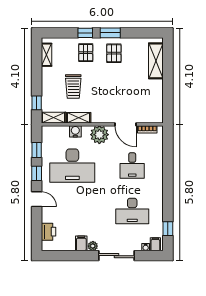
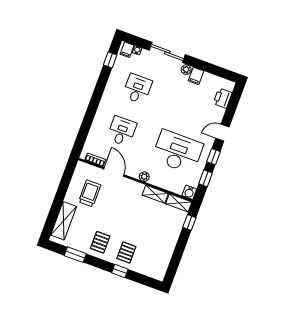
window: (110, 33) -> (75, 255), moved
shelving: (47, 55) -> (164, 264), removed
trolley: (73, 87) -> (90, 193), moved
water cooler: (75, 131) -> (189, 192), moved
plant: (99, 135) -> (144, 177), width x0.53, depth x0.53
door: (37, 199) -> (222, 133), hinge flipped
desk: (132, 211) -> (137, 89), width x0.73

